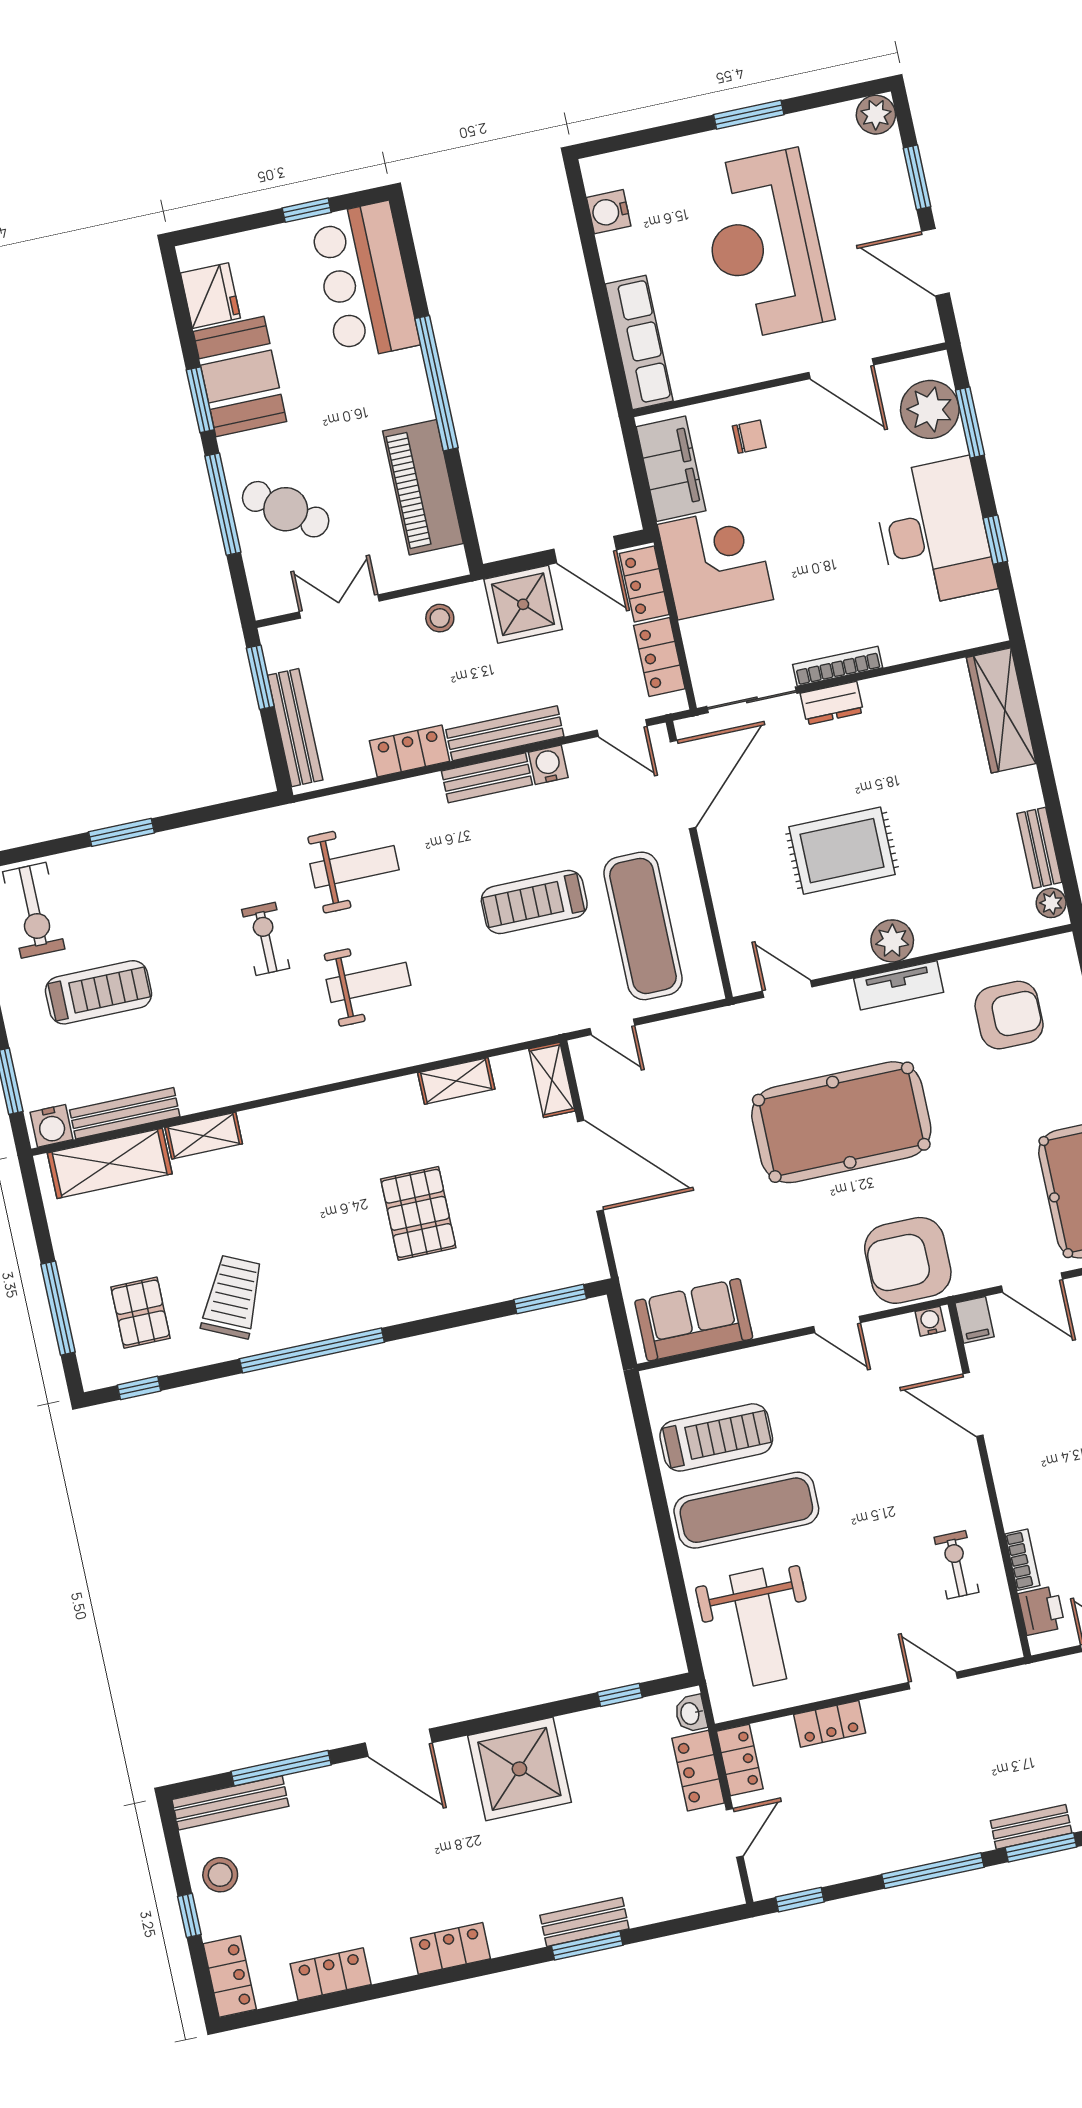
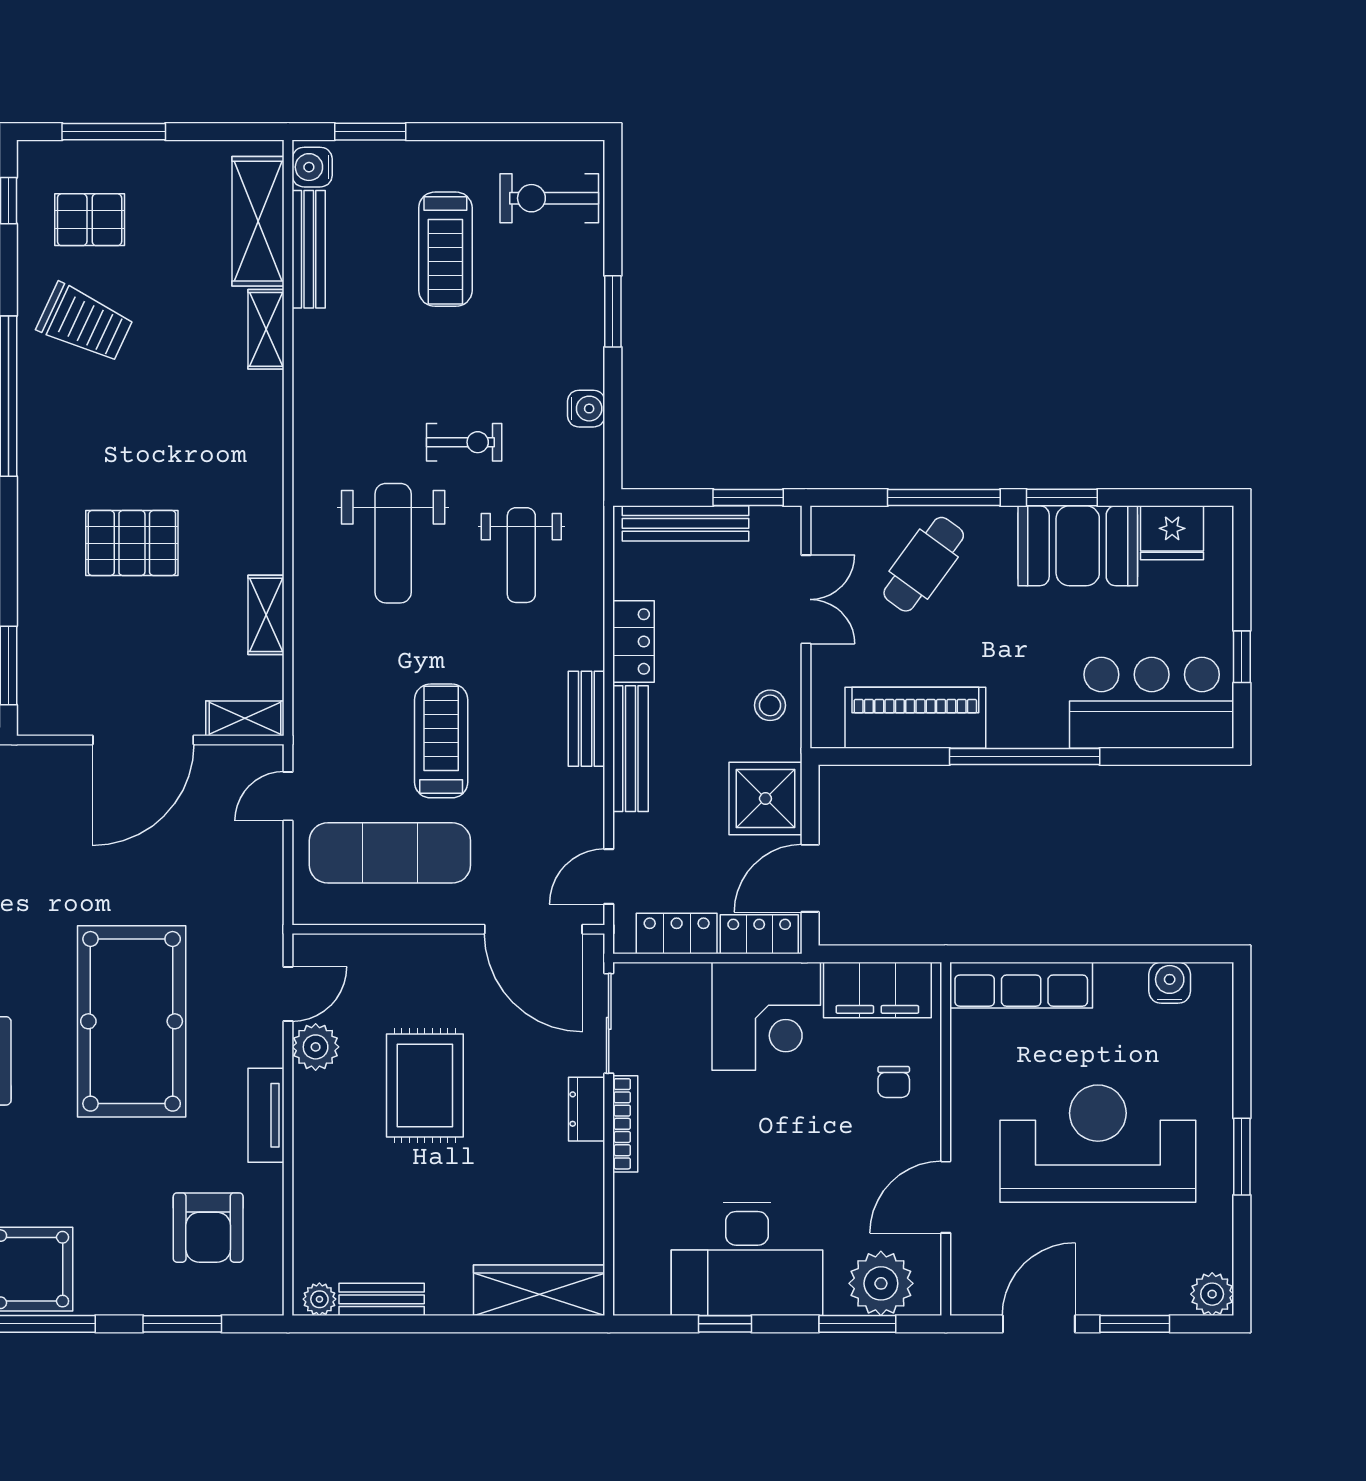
water cooler: (548, 765) -> (586, 409), moved
plant: (892, 941) -> (316, 1047), moved
weight bench: (369, 982) -> (393, 543), width x1.36, depth x1.33

